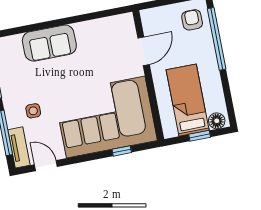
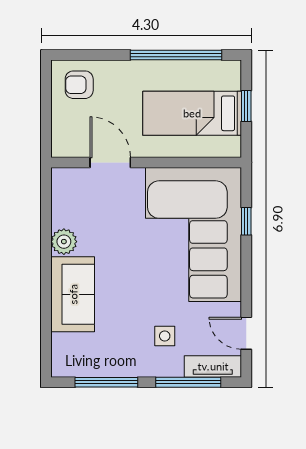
plant: (84, 30) -> (64, 242), added
window: (217, 39) -> (176, 55), moved
floor lamp: (217, 121) -> (230, 78), removed
door: (46, 166) -> (246, 333), hinge flipped

